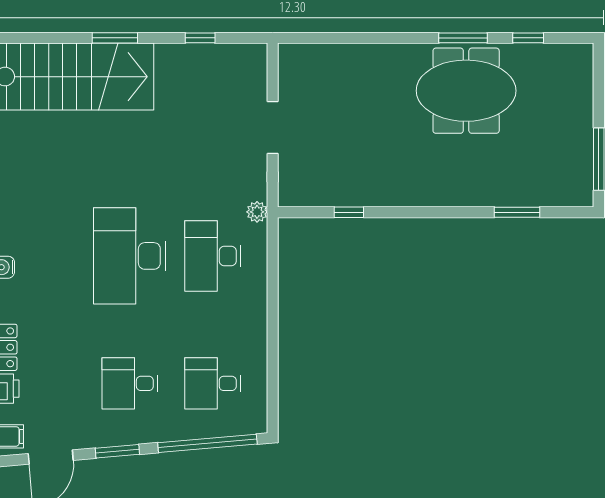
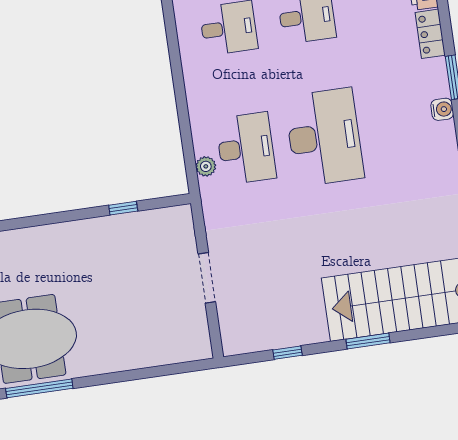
window: (463, 38) -> (39, 388), width x1.44
plant: (257, 212) -> (206, 166), moved

